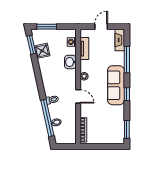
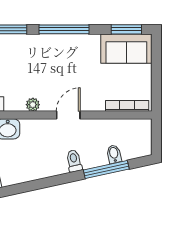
sofa: (116, 85) -> (126, 49), moved, width x0.73
window: (127, 94) -> (64, 29), width x2.17
window: (47, 118) -> (106, 169), width x0.68

